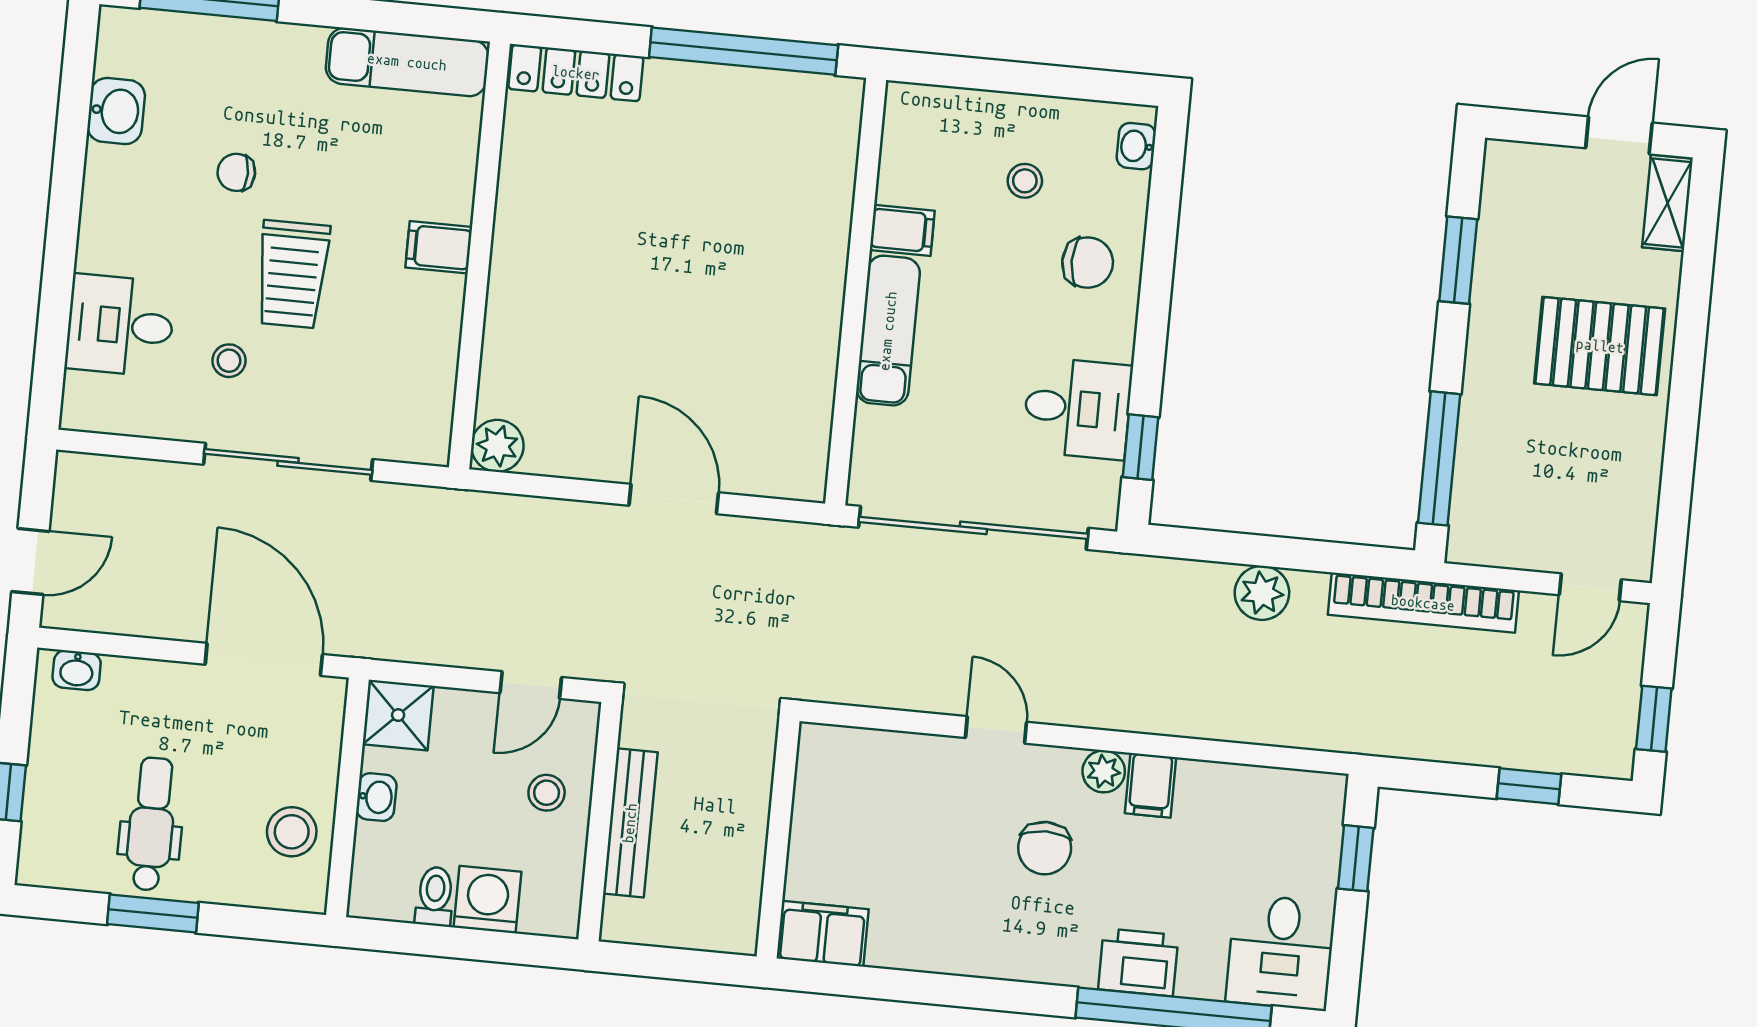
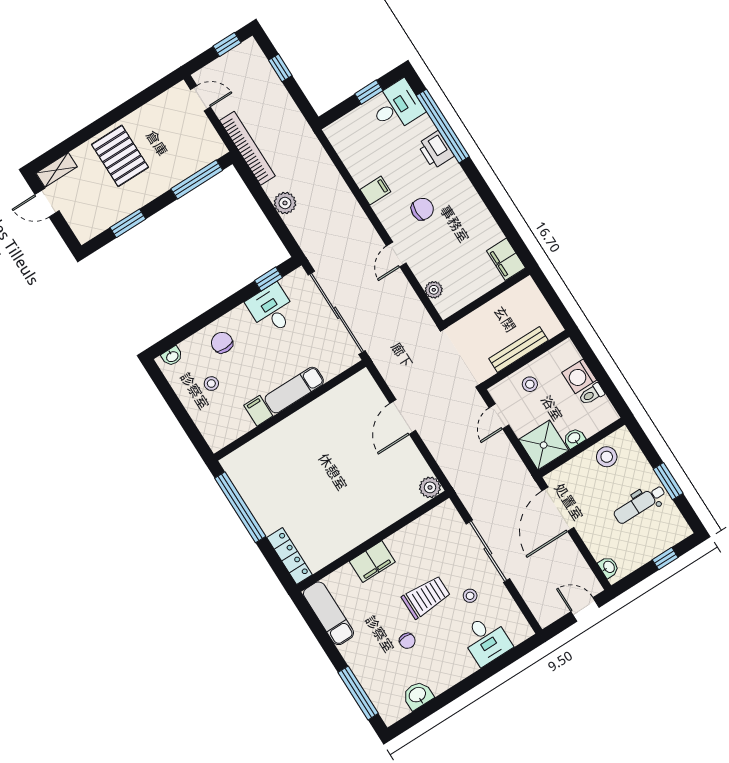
filing cabinet: (439, 247) -> (372, 562), width x2.00
door: (531, 685) -> (499, 416), swing flipped
shower: (398, 715) -> (544, 445), width x1.36, depth x1.36
plant: (1104, 771) -> (434, 290), moved
window: (1356, 858) -> (369, 92), moved

